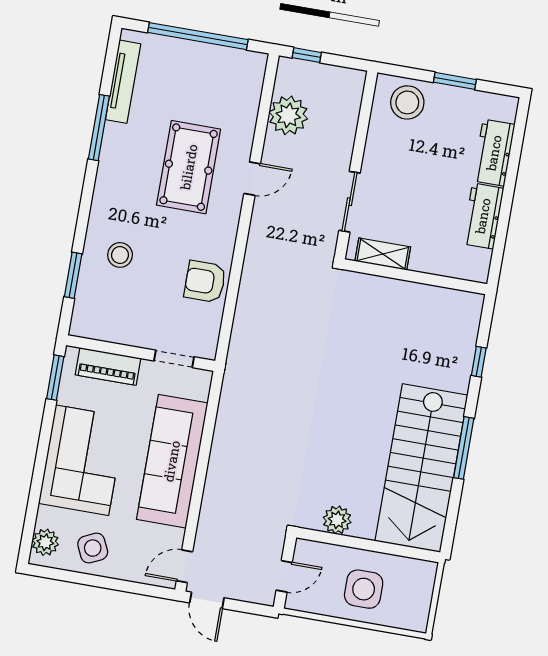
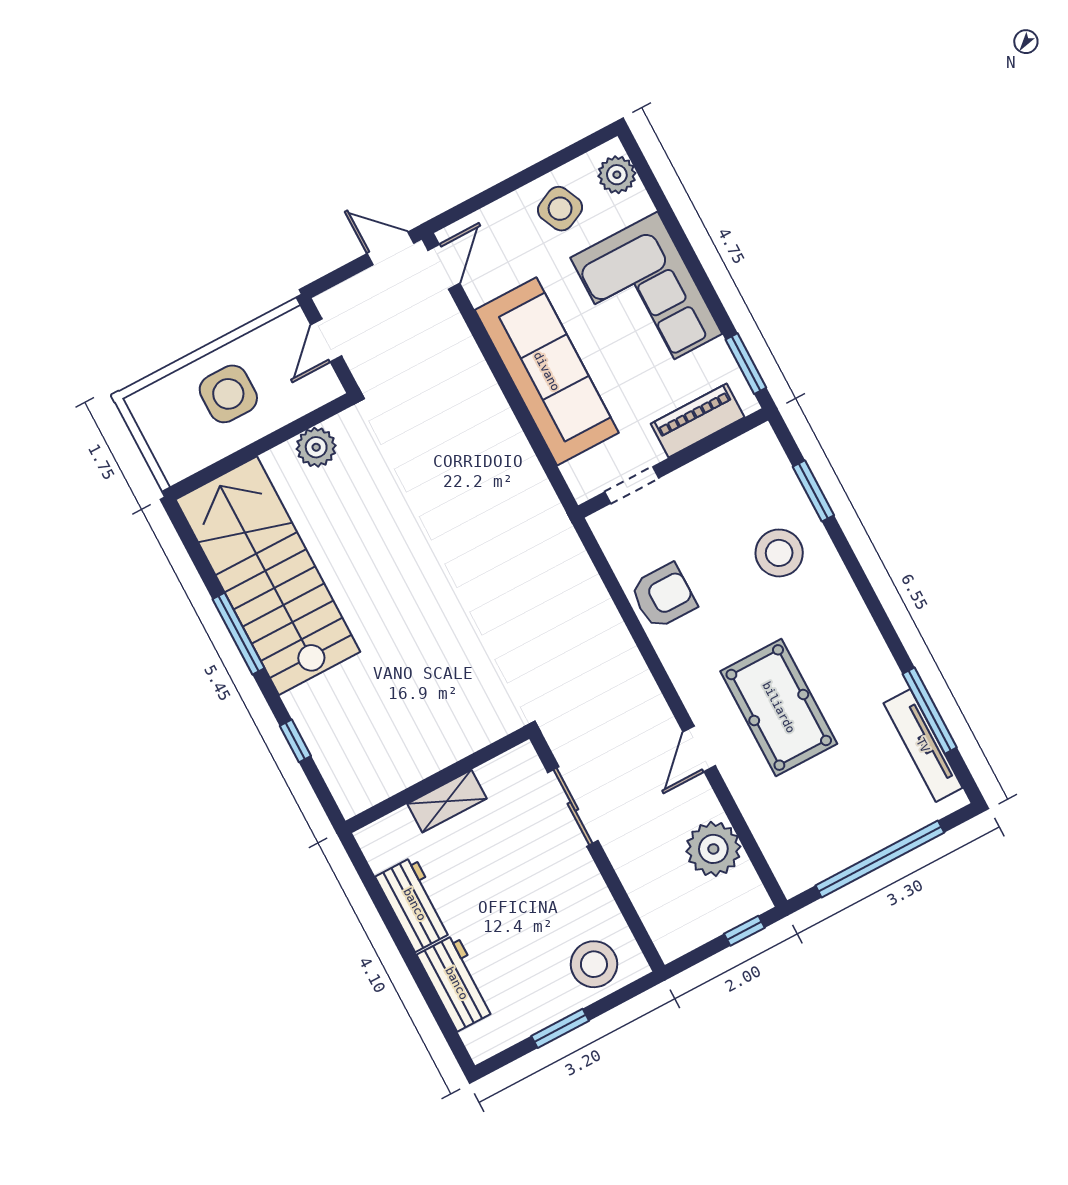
window: (99, 128) -> (930, 711), moved
shelving: (383, 254) -> (447, 801), moved
stool: (120, 255) -> (779, 553), width x1.38, depth x1.38

